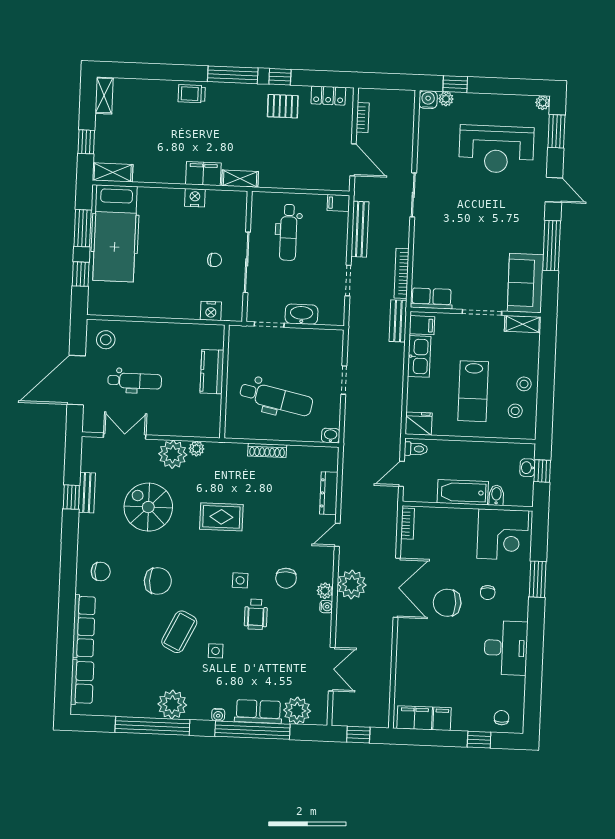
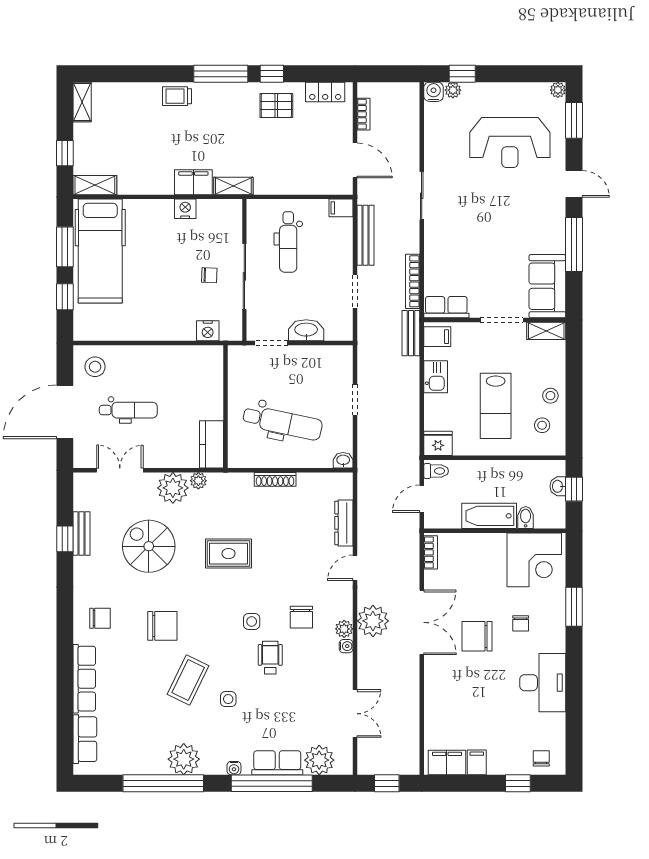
kitchen sink: (419, 356) -> (436, 377), width x0.73
kitchen counter: (212, 372) -> (212, 444), moved
wheelchair: (256, 614) -> (270, 658), turned 180

